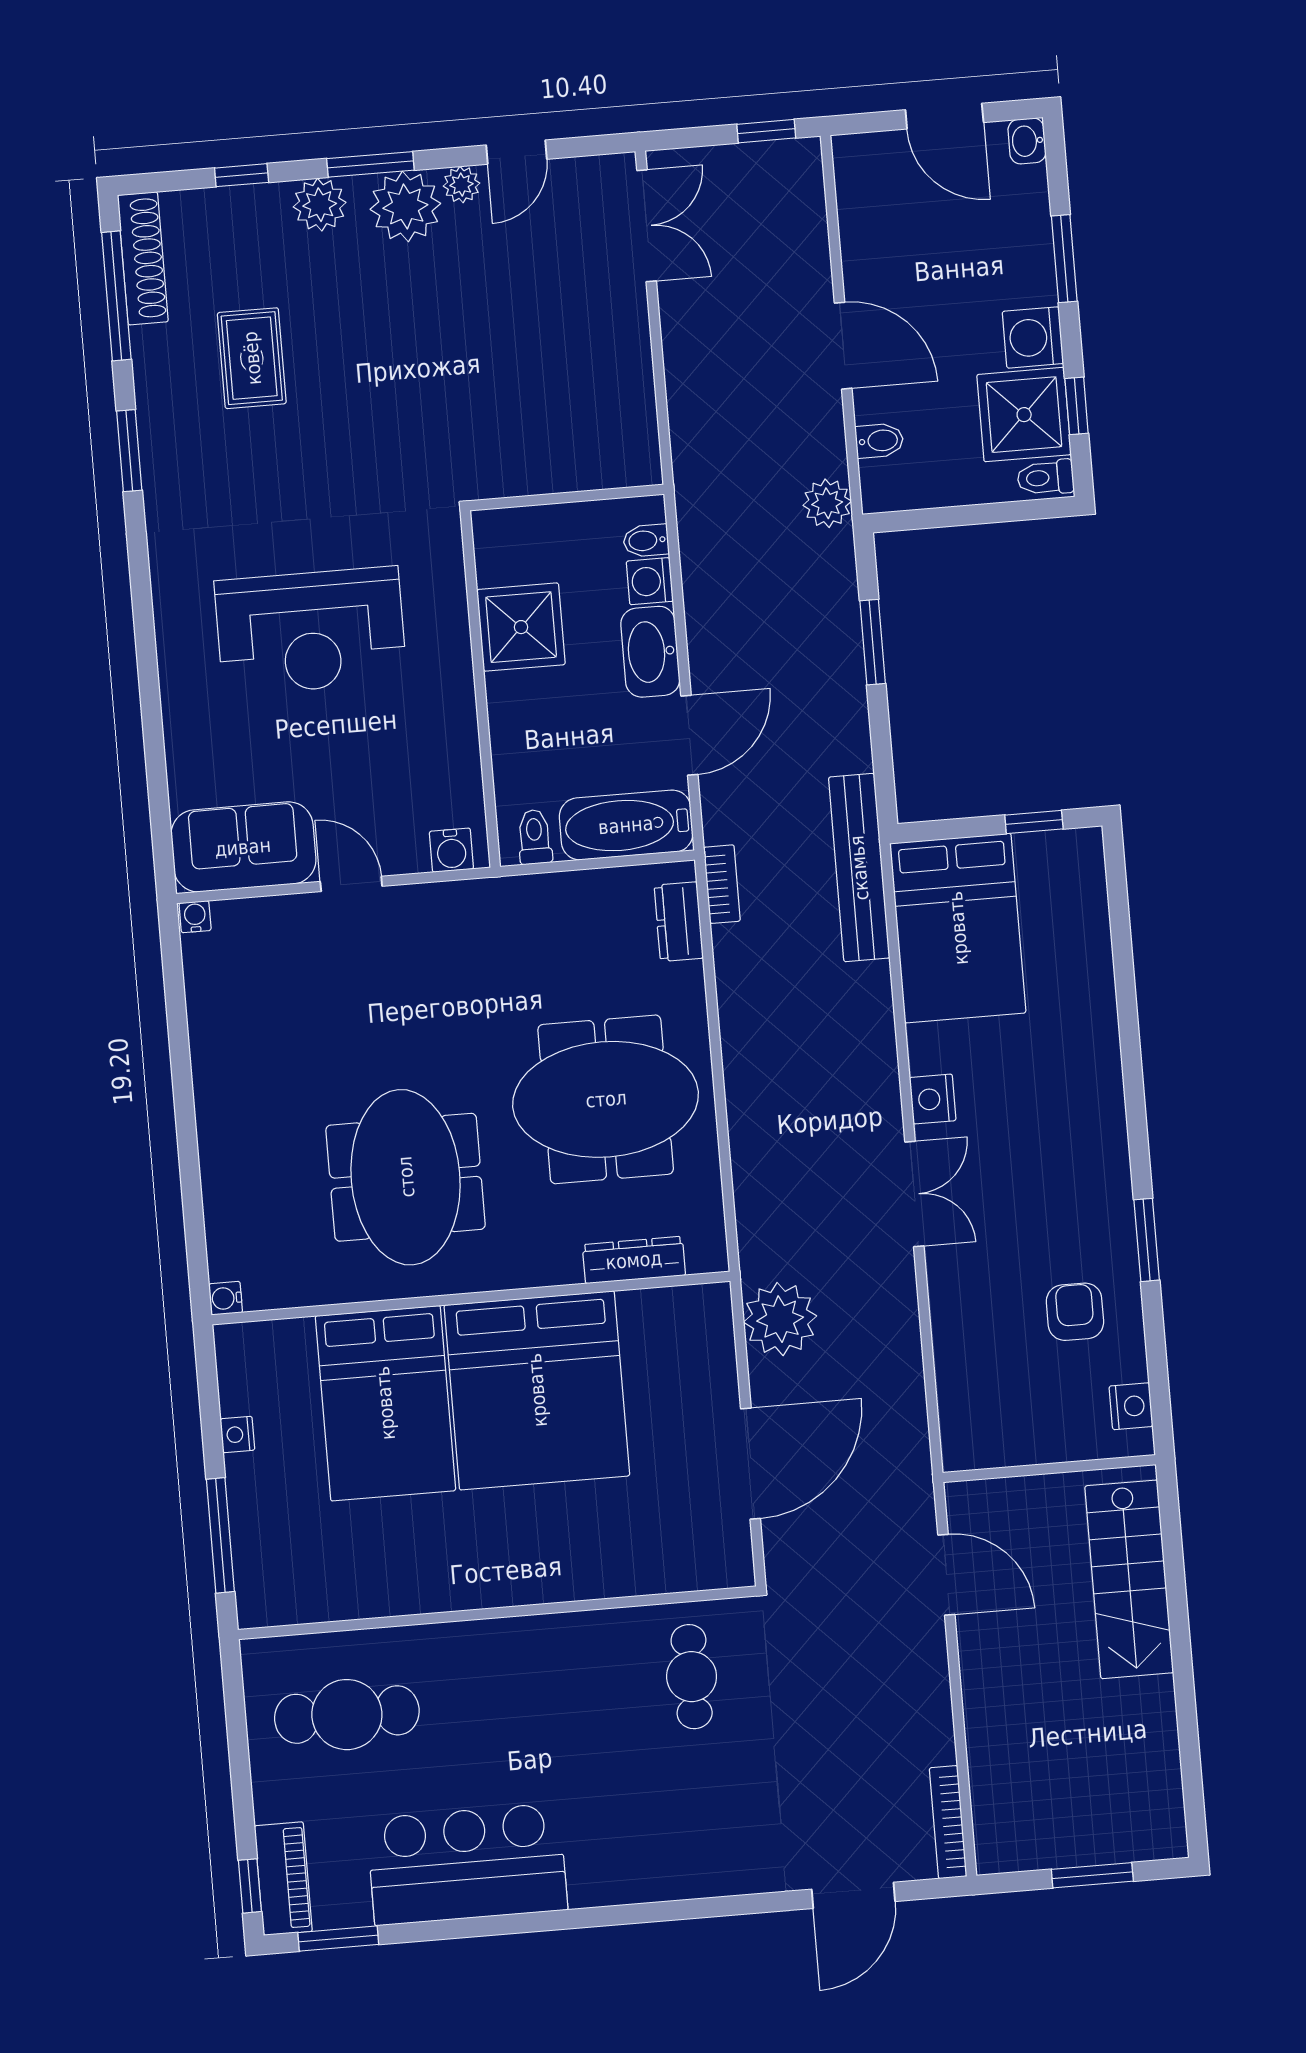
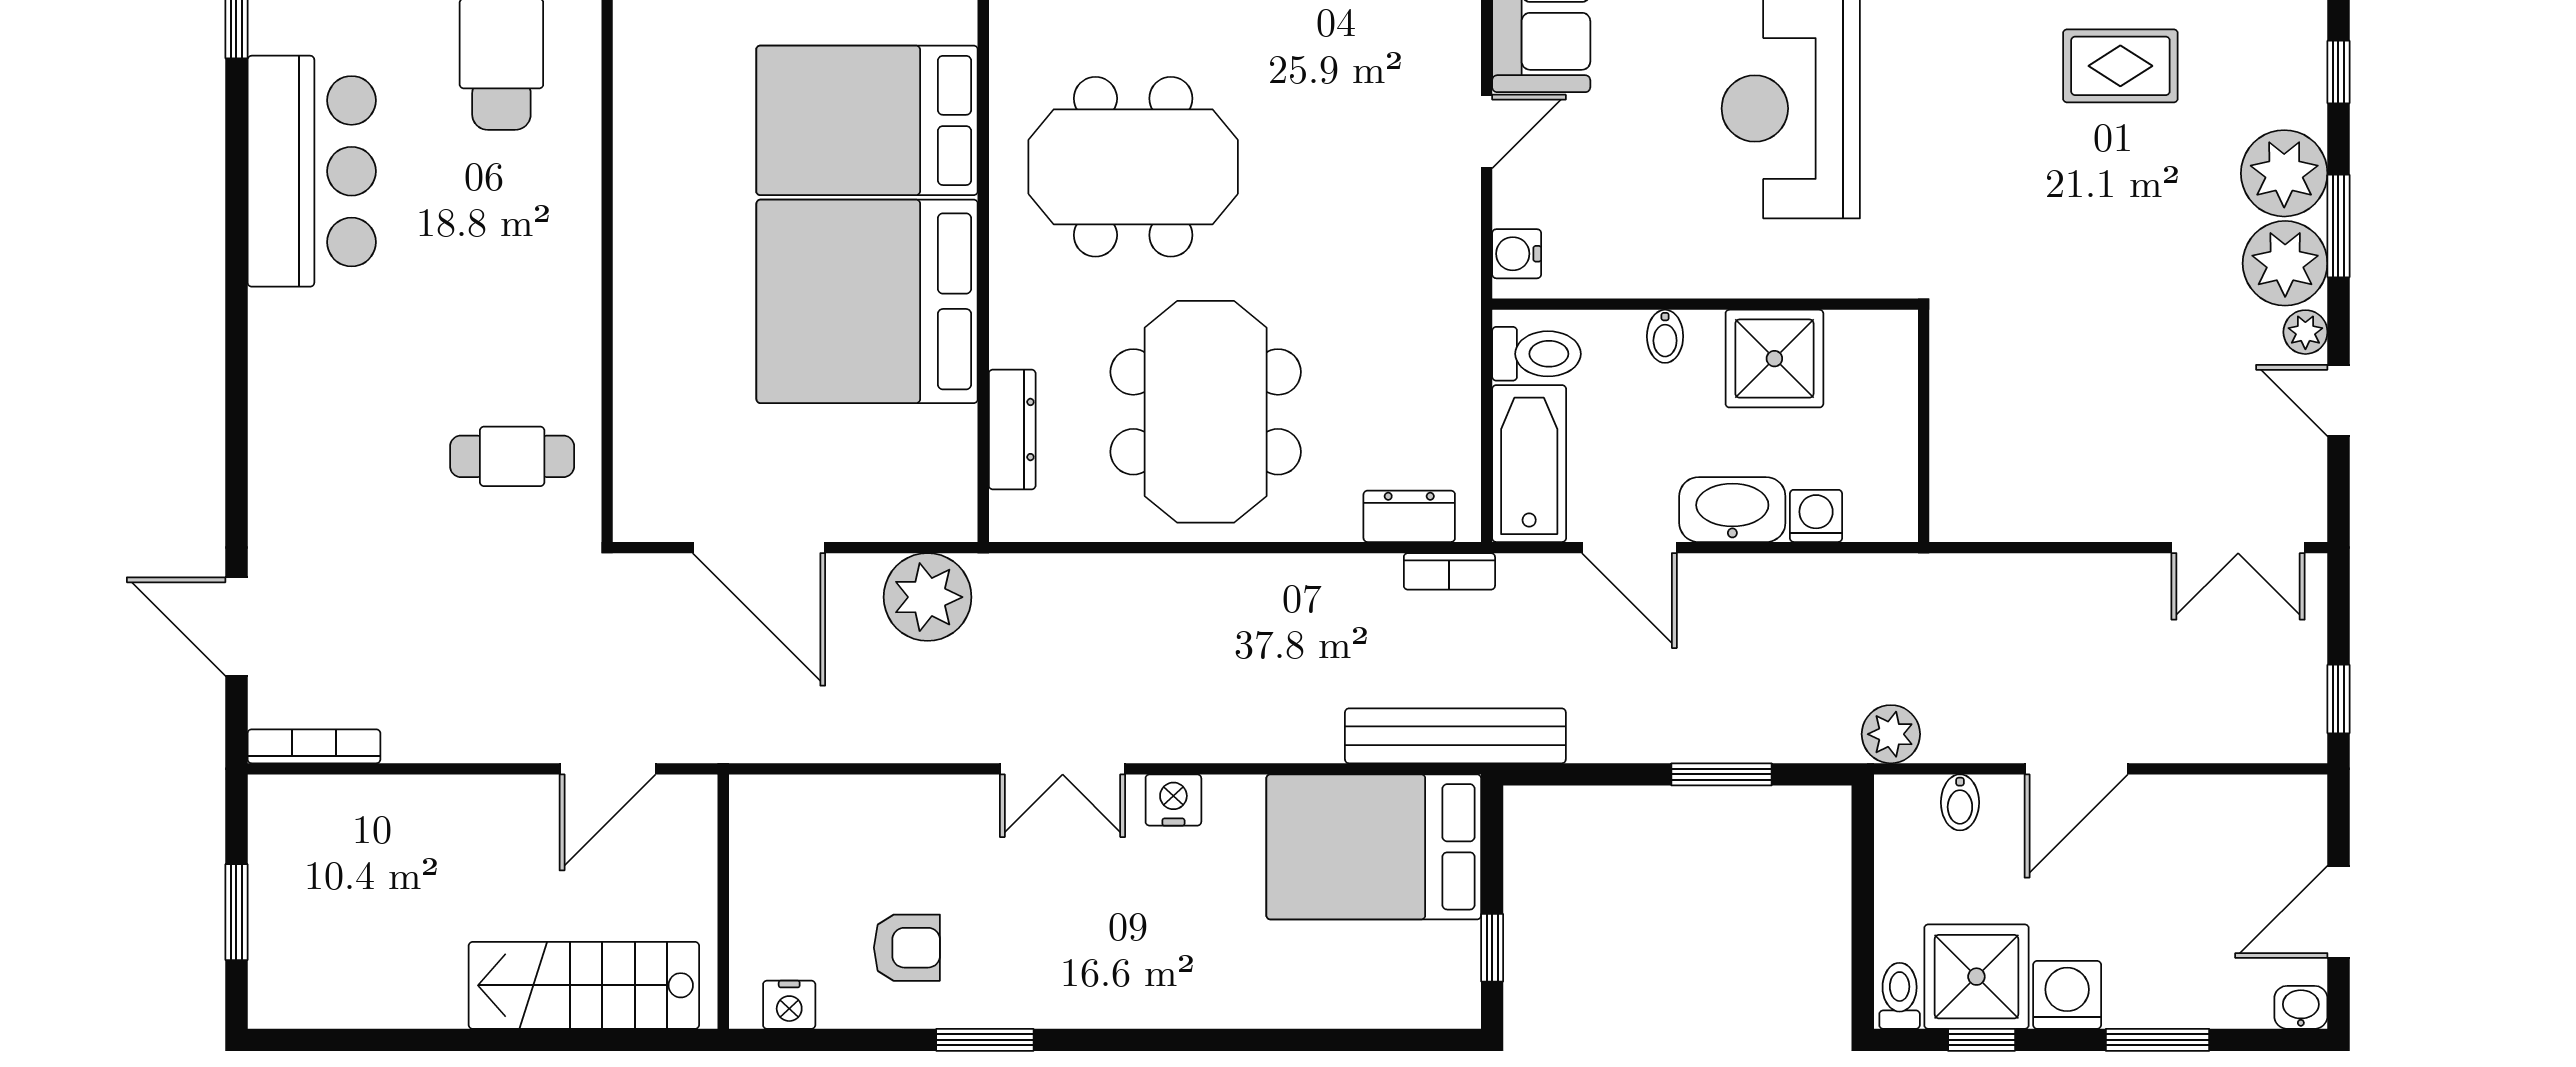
plant: (320, 205) -> (2284, 173), width x1.36, depth x1.36
bidet: (646, 541) -> (1665, 336), moved, turned 180
toilet: (535, 837) -> (1536, 354), width x1.37, depth x1.39

